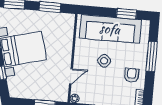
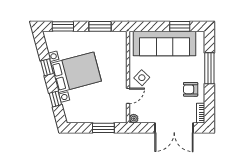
side table: (104, 61) -> (142, 78), moved
armchair: (132, 75) -> (191, 89), turned -90

